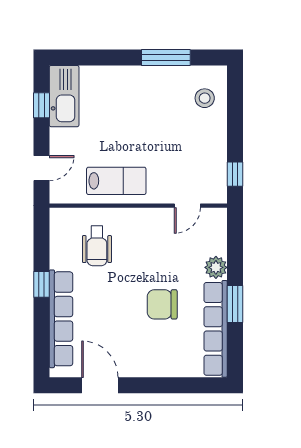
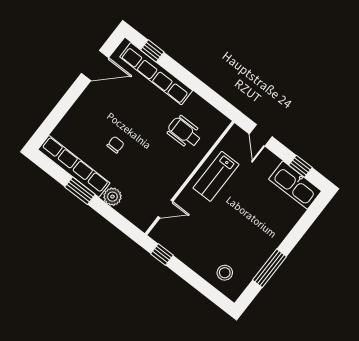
door: (187, 206) -> (165, 209), swing flipped
window: (41, 284) -> (152, 51), moved
chair: (162, 304) -> (116, 145), width x0.54, depth x0.54

